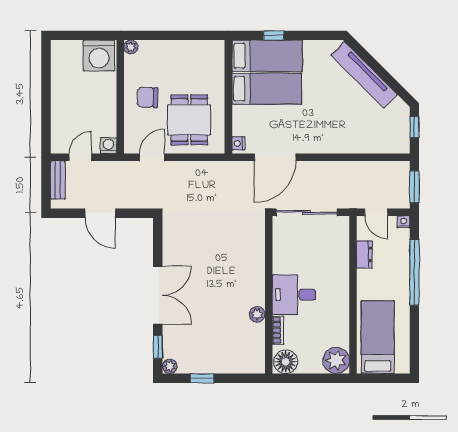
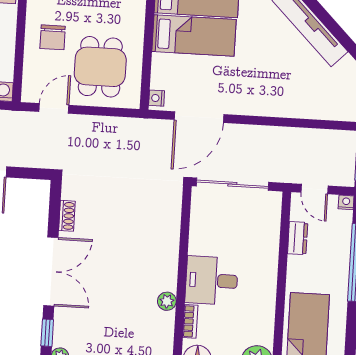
chair: (148, 97) -> (53, 37), turned -92
shoe rack: (169, 247) -> (67, 216), added

